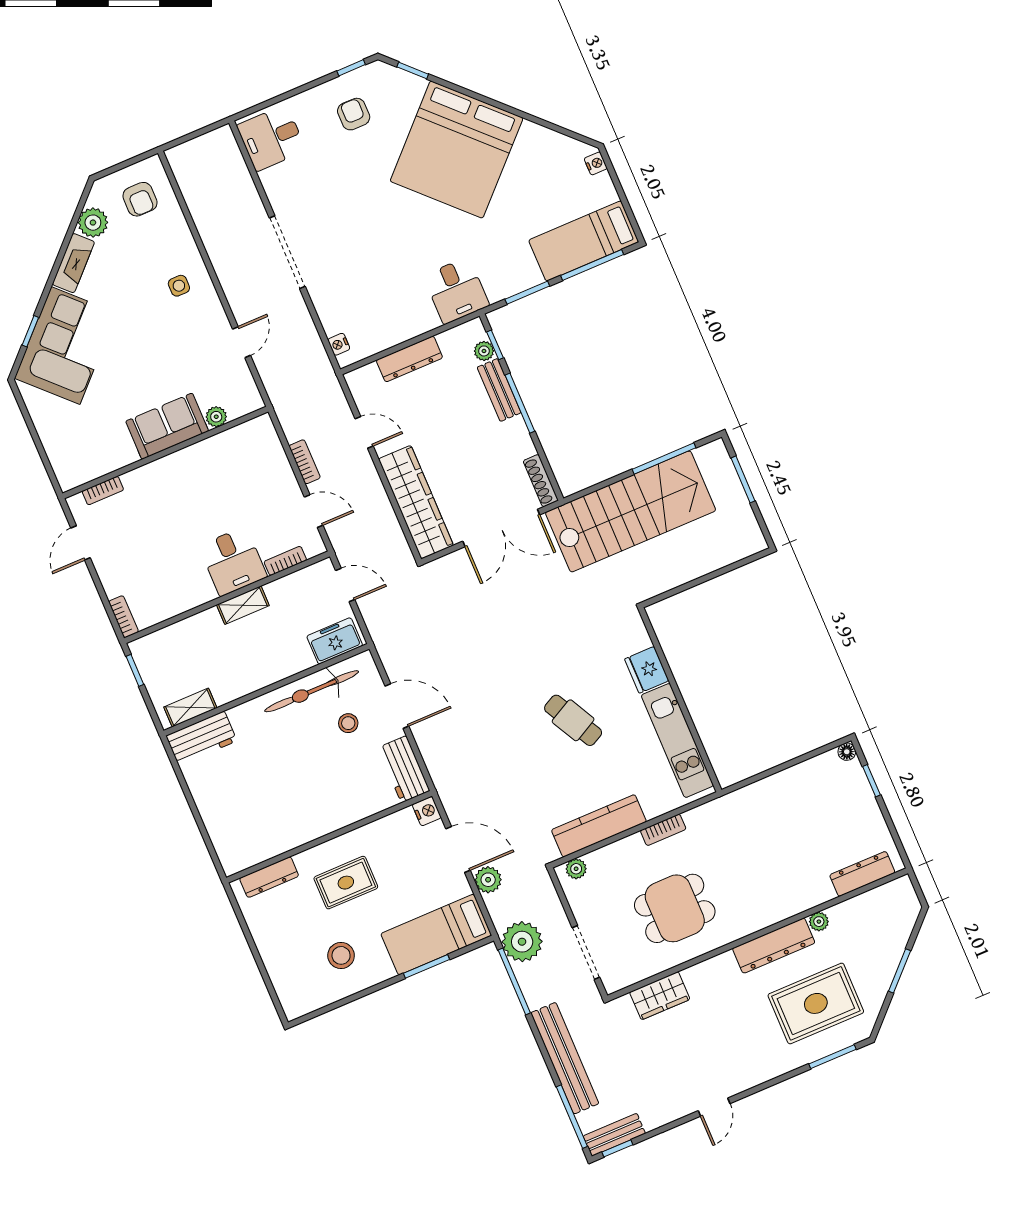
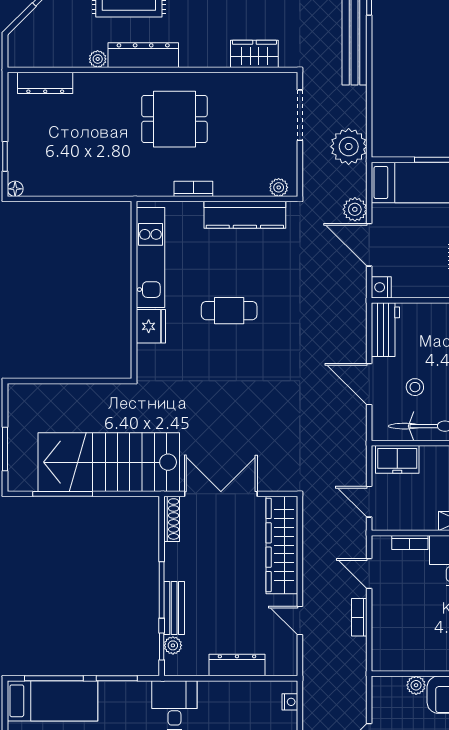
cafe table: (573, 720) -> (229, 311), turned -62
dining table: (675, 908) -> (174, 119), moved
window: (514, 981) -> (369, 117), removed

